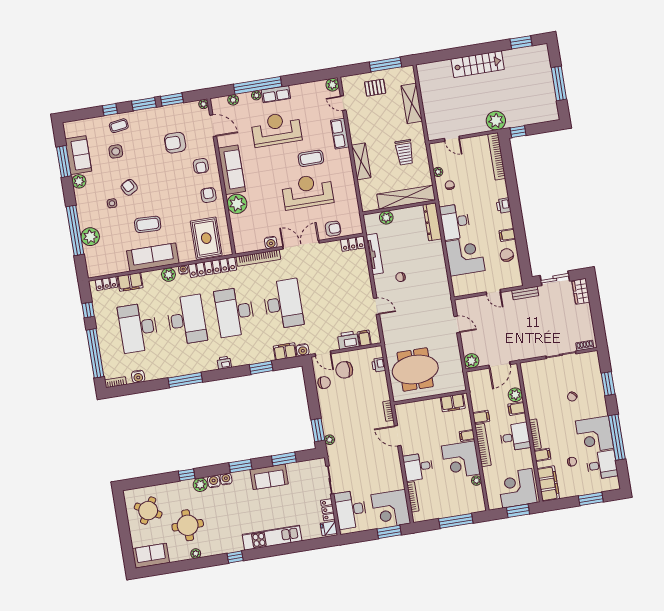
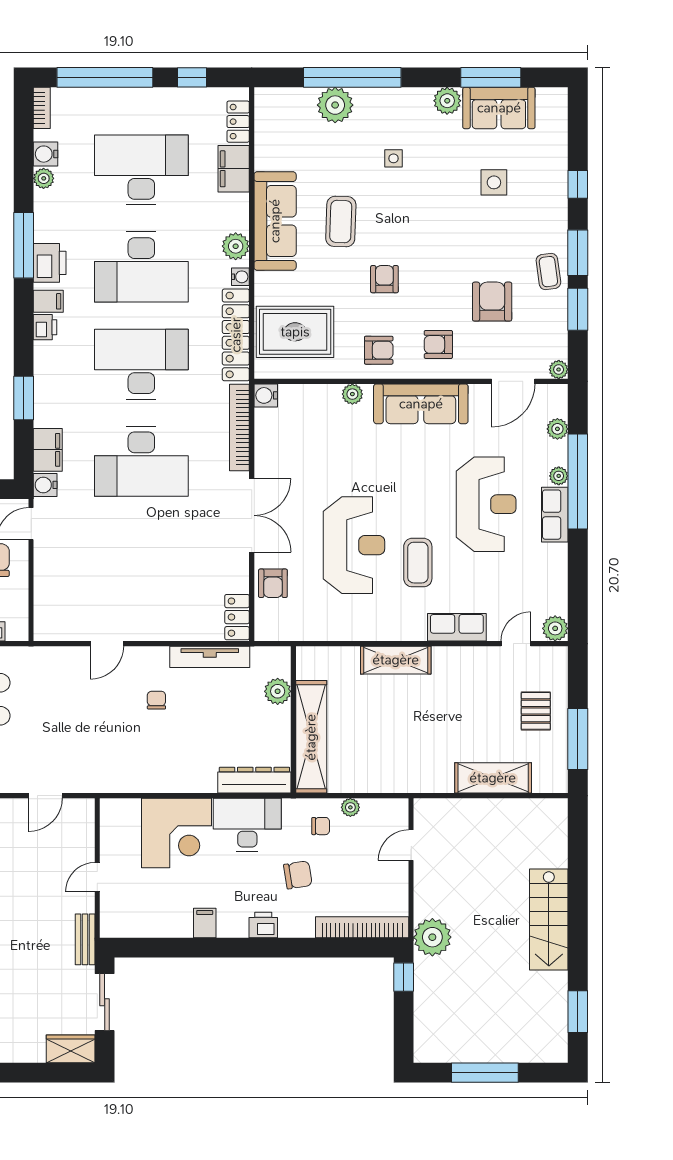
coffee table: (119, 126) -> (548, 272), moved
trolley: (404, 152) -> (400, 748), removed
armchair: (129, 187) -> (384, 279), moved, turned -61
plant: (237, 204) -> (352, 394), width x0.53, depth x0.53
water cooler: (271, 242) -> (266, 395), moved
chair: (507, 255) -> (298, 875), moved
filing cabinet: (364, 338) -> (48, 301), moved
printer: (348, 340) -> (50, 263), moved
plant: (150, 376) -> (44, 178), added

